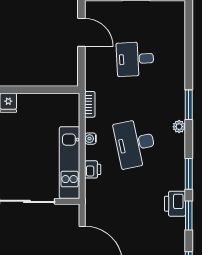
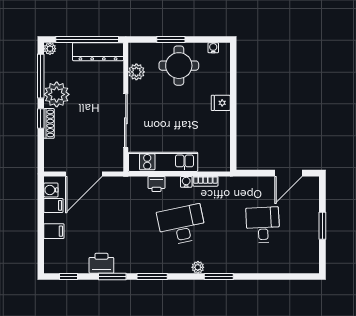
bookcase: (90, 104) -> (205, 181), moved
printer: (175, 204) -> (101, 263), moved

